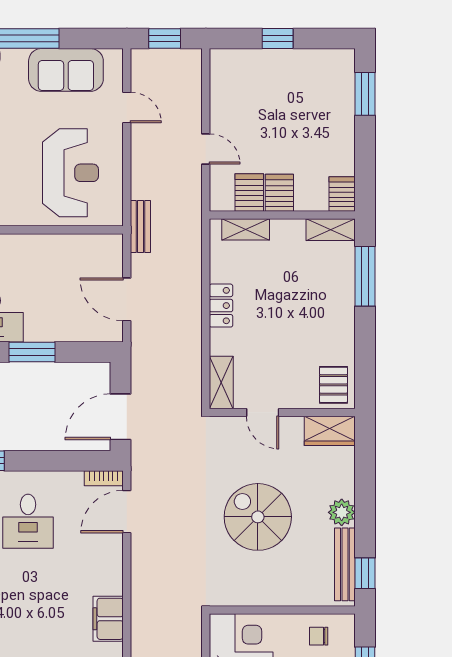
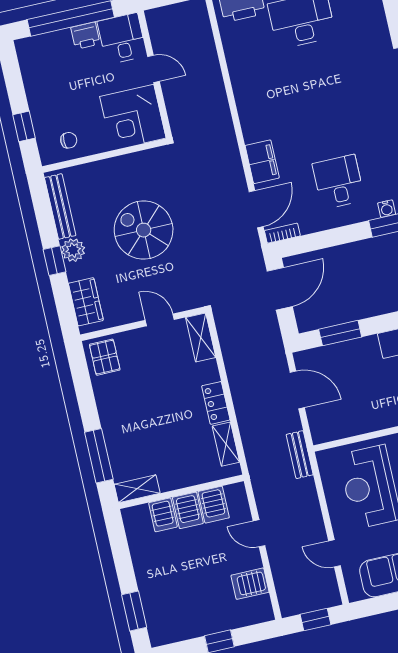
server rack: (229, 95) -> (250, 584), added
server rack: (342, 194) -> (163, 515), moved
shelving: (246, 229) -> (226, 444), moved, turned 90
window: (32, 352) -> (340, 333), moved
wardrobe: (330, 431) -> (86, 302), moved, turned 90
spiral stairs: (258, 517) -> (144, 230), turned 180
window: (365, 573) -> (55, 261), moved
filing cabinet: (108, 619) -> (262, 162), moved

